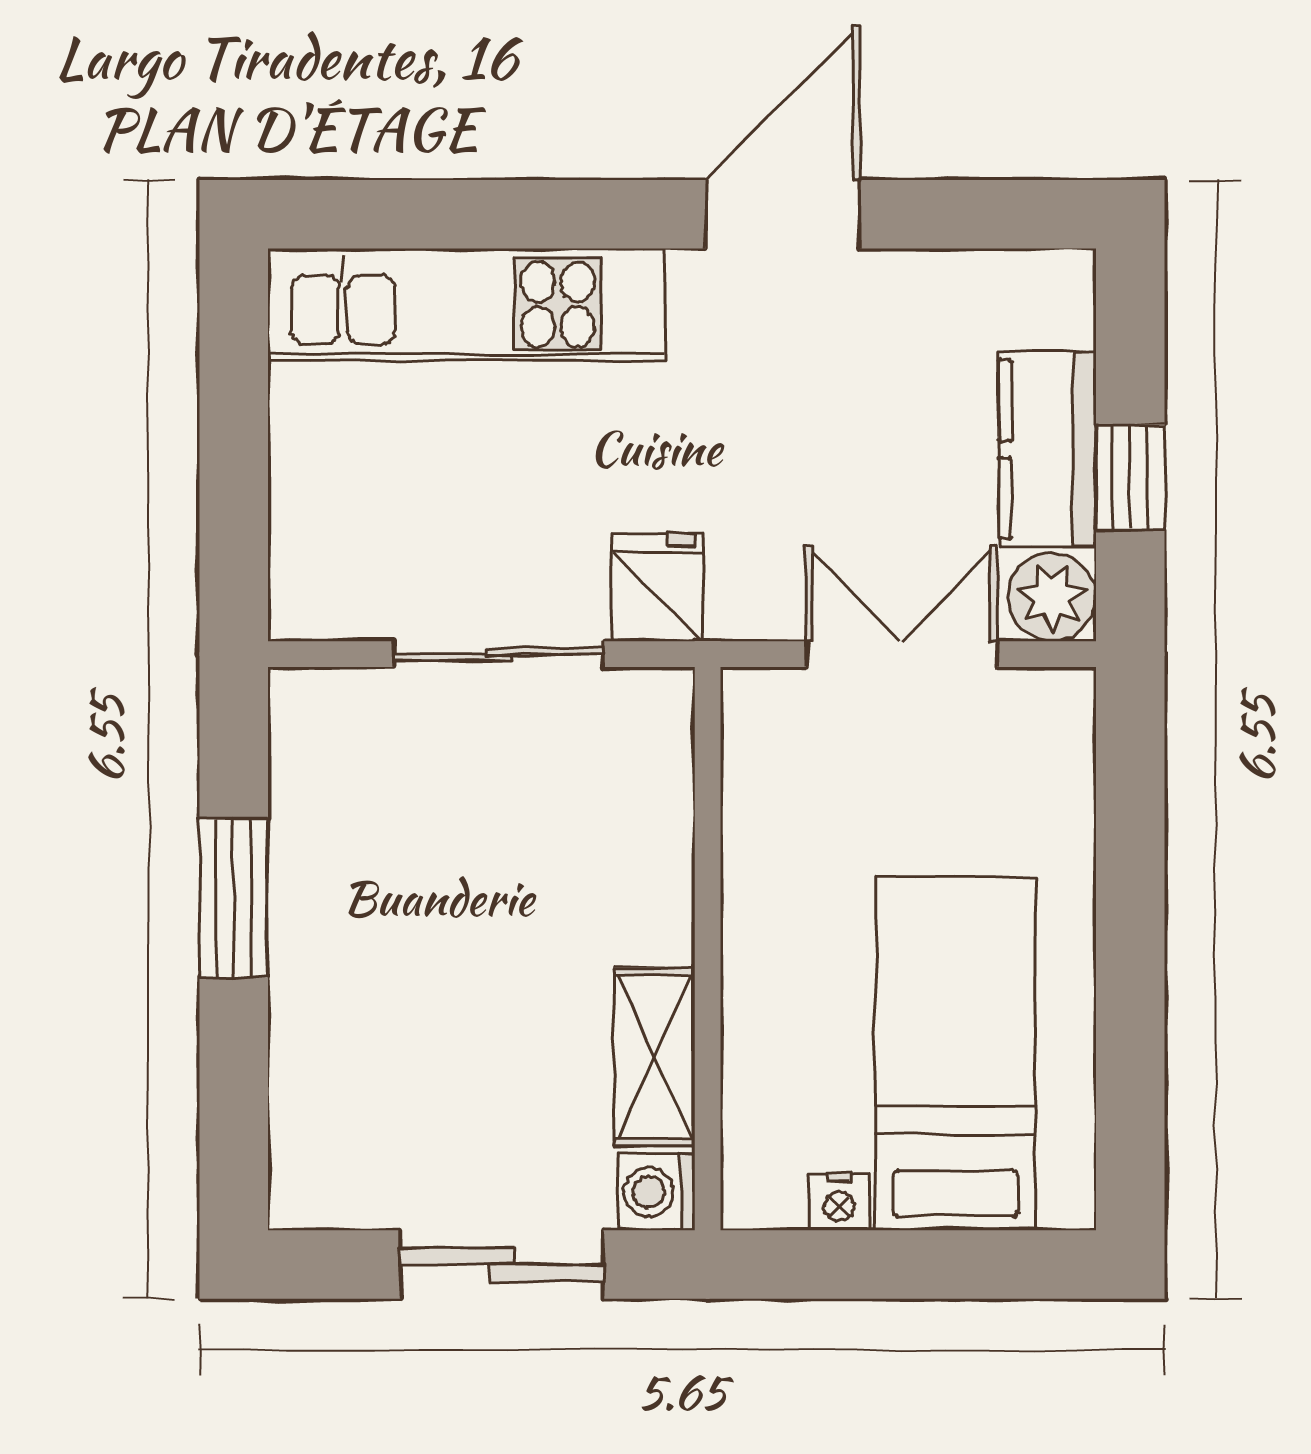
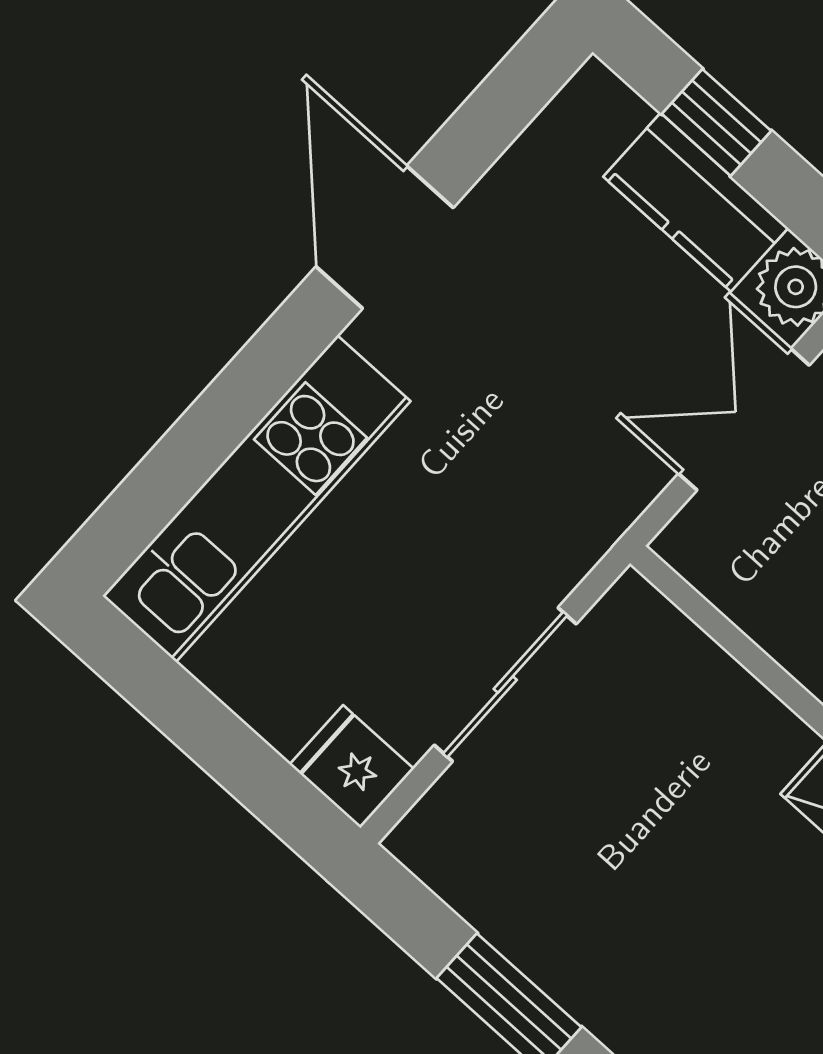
window: (1130, 477) -> (716, 122), moved
fridge: (657, 587) -> (352, 767), moved

